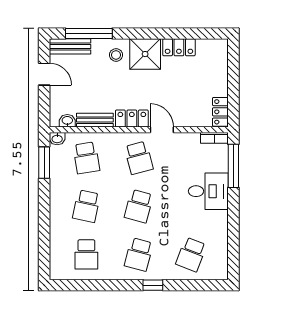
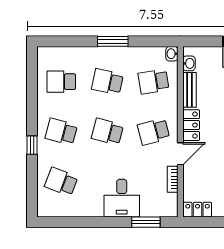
bookcase: (214, 138) -> (173, 179), moved
window: (44, 163) -> (113, 41), moved
window: (233, 166) -> (146, 222), width x0.69

